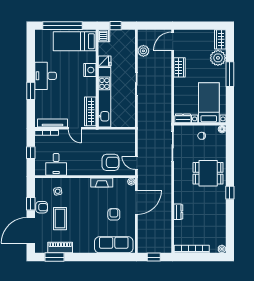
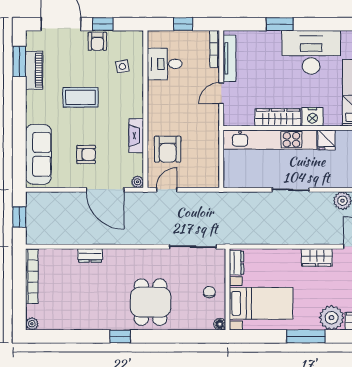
desk: (46, 76) -> (311, 52), width x1.36, depth x1.30
wardrobe: (90, 111) -> (278, 117), moved
coffee table: (60, 219) -> (80, 97), moved

